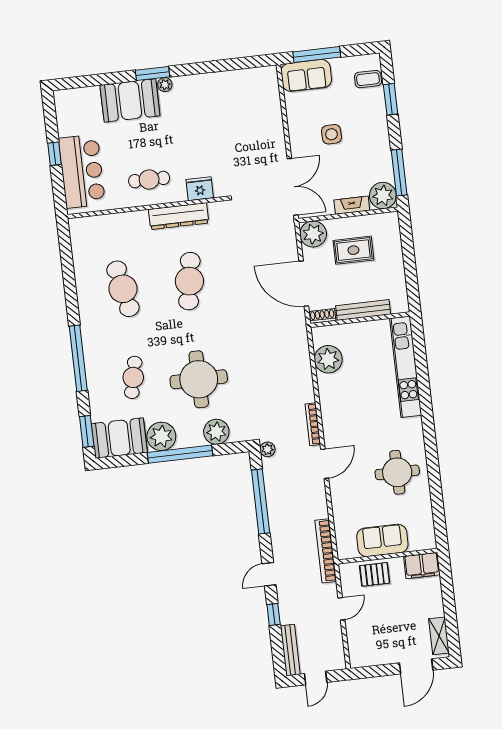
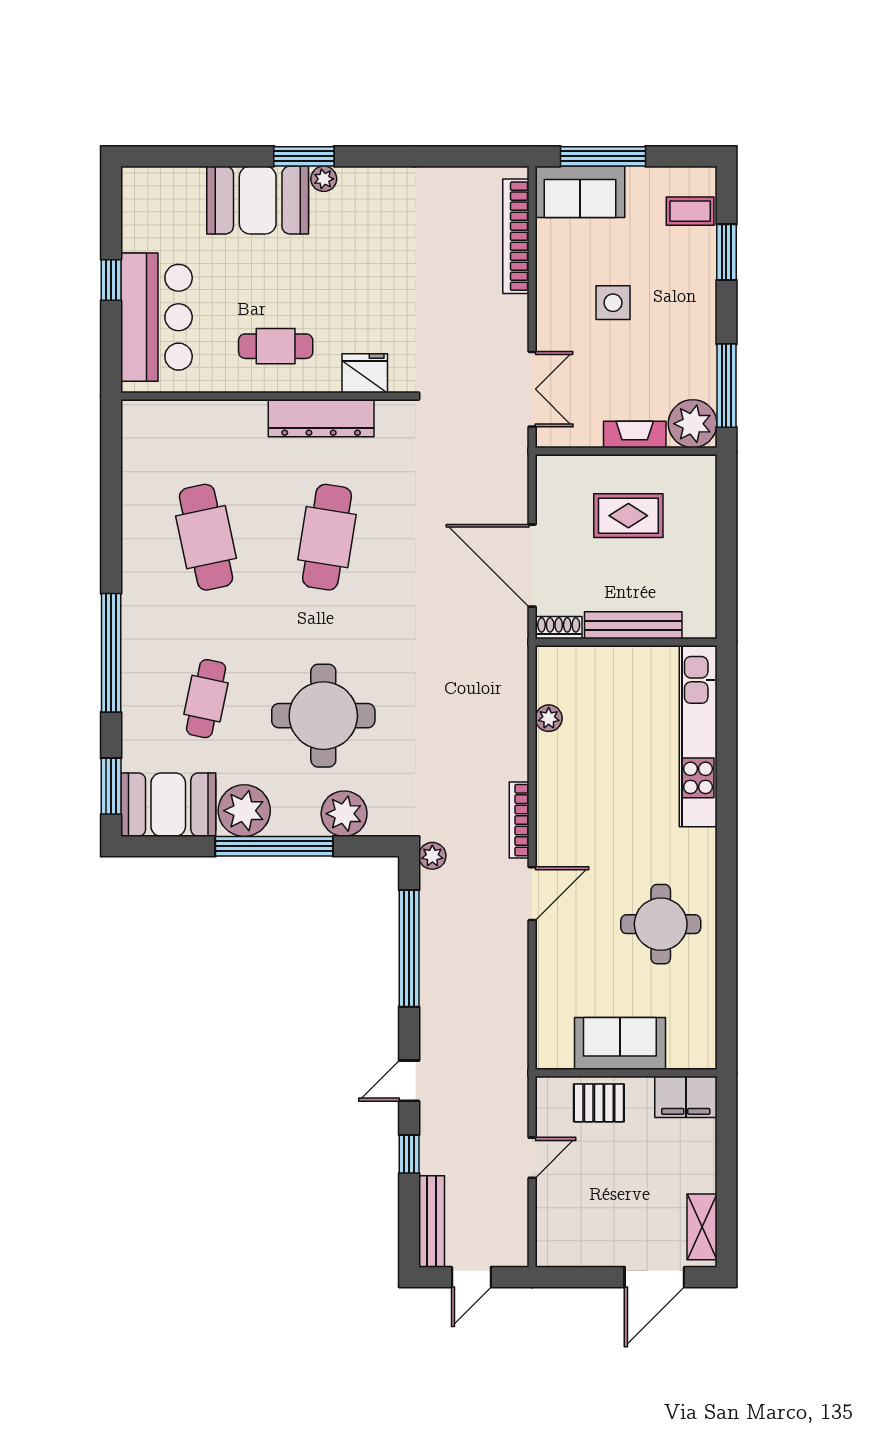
double door: (293, 187) -> (532, 389), width x0.73
plant: (313, 234) -> (559, 478), removed
plant: (328, 359) -> (549, 718), width x0.53, depth x0.53
bookcase: (326, 551) -> (516, 236), moved

